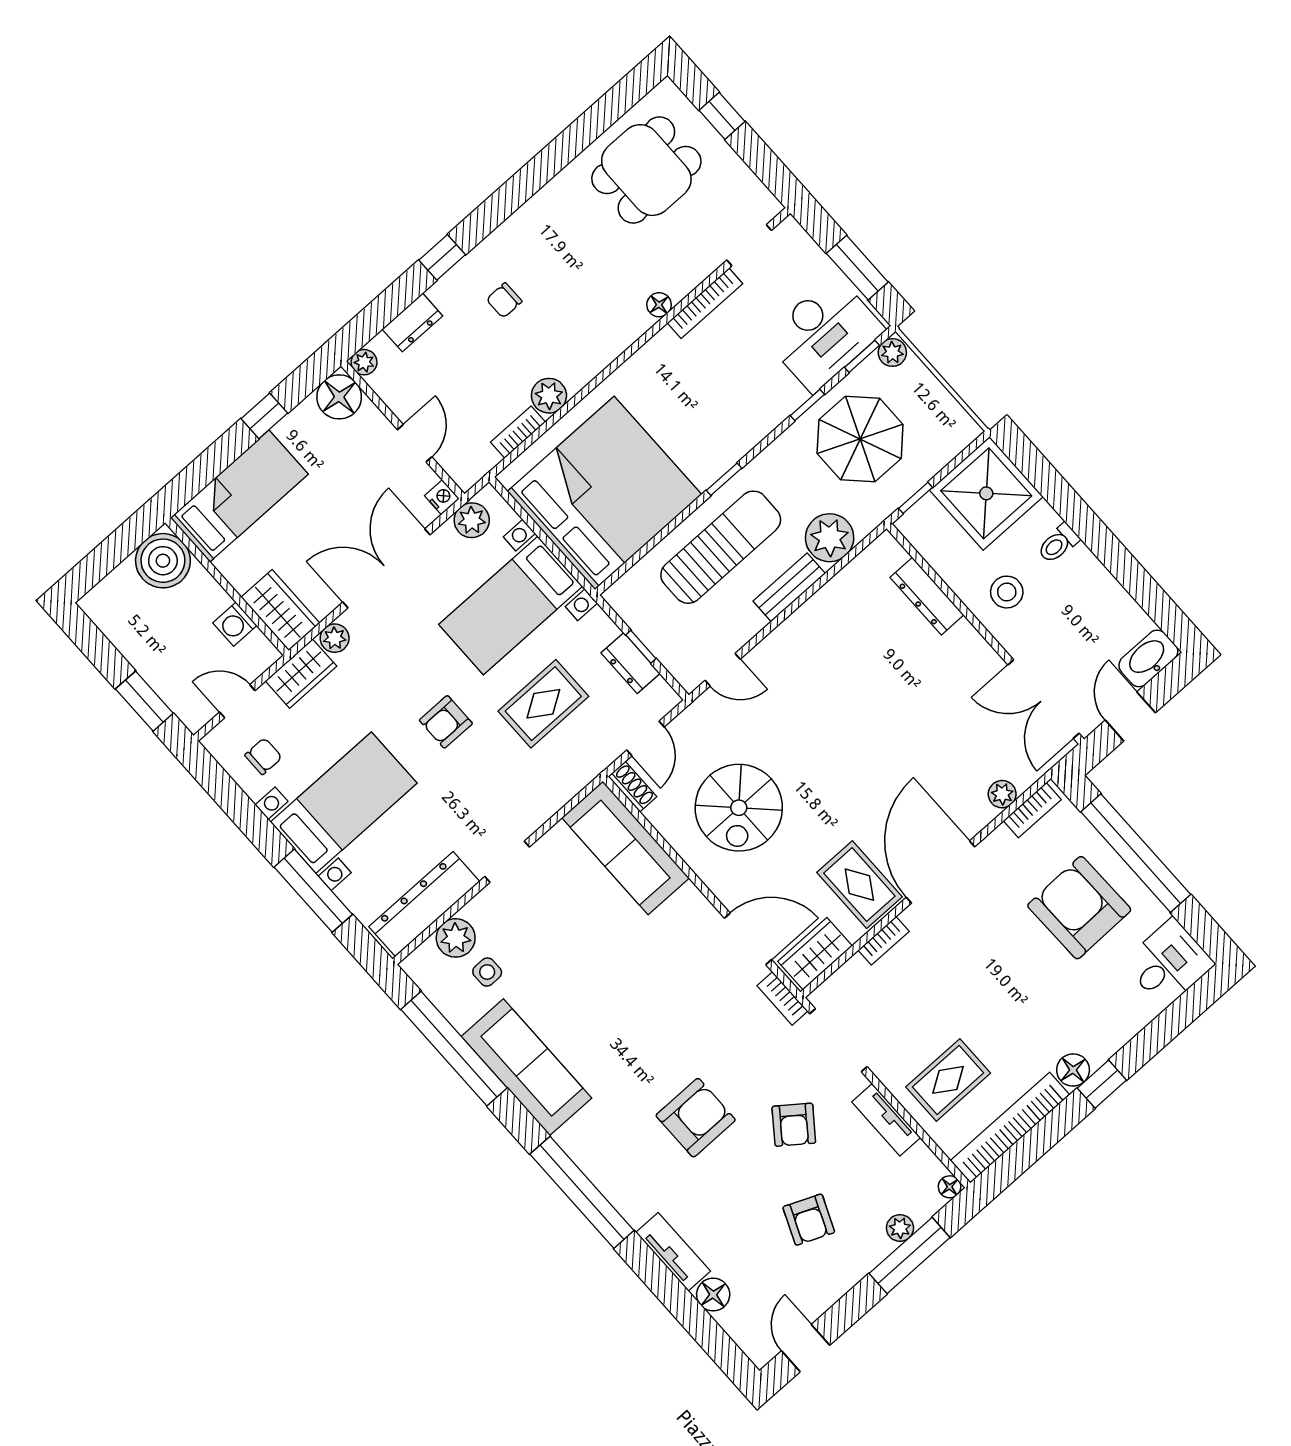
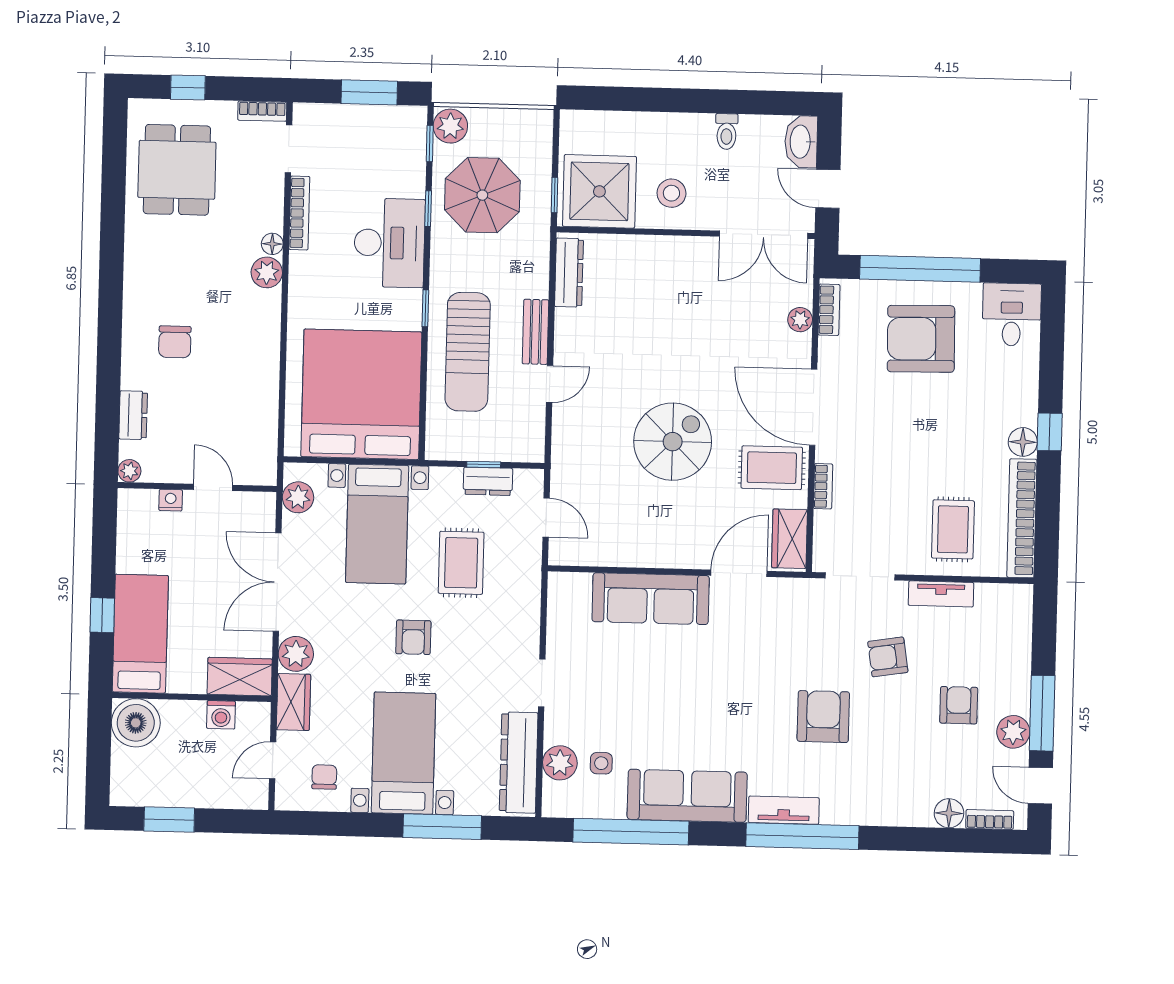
window: (442, 257) -> (109, 356), removed
chair: (504, 300) -> (175, 342), width x1.37, depth x1.37
desk: (824, 334) -> (389, 243), moved
plant: (892, 353) -> (450, 126), width x1.38, depth x1.38
plant: (549, 396) -> (267, 272), moved
floor lamp: (339, 397) -> (137, 508), removed
window: (264, 416) -> (102, 615), moved
bookcase: (518, 432) -> (262, 111), moved, turned -90
shower: (986, 493) -> (599, 191), moved
nightstand: (442, 497) -> (171, 500), moved
plant: (830, 538) -> (528, 275), removed
toilet: (1058, 544) -> (727, 132), moved
sun lounger: (721, 547) -> (468, 352), turned 180
dresser: (927, 596) -> (569, 273), moved, turned -90
plant: (335, 638) -> (296, 654), width x1.38, depth x1.38
door: (723, 670) -> (550, 384), moved
window: (144, 701) -> (169, 819), moved
shoe rack: (632, 787) -> (569, 555), removed
spiral stairs: (739, 808) -> (673, 442), moved, turned -90
sofa: (626, 848) -> (651, 599), moved
bookcase: (782, 998) -> (990, 819), moved, turned 180
armchair: (794, 1125) -> (888, 657), turned 134
floor lamp: (950, 1187) -> (1023, 594), removed
armchair: (809, 1220) -> (959, 705), turned -113
plant: (900, 1228) -> (1013, 732), moved, width x1.38, depth x1.38
tv unit: (673, 1252) -> (784, 810), moved
window: (910, 1255) -> (1042, 713), moved

